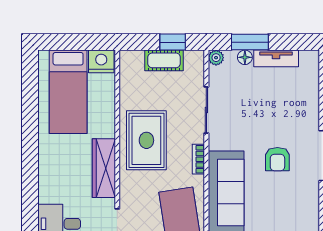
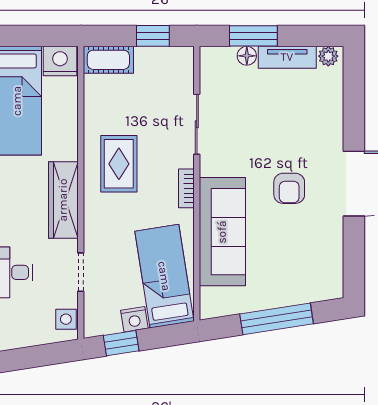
plant: (216, 58) -> (328, 56), moved
cot: (164, 60) -> (108, 60), moved
rug: (146, 140) -> (119, 164), width x0.73, depth x0.70

